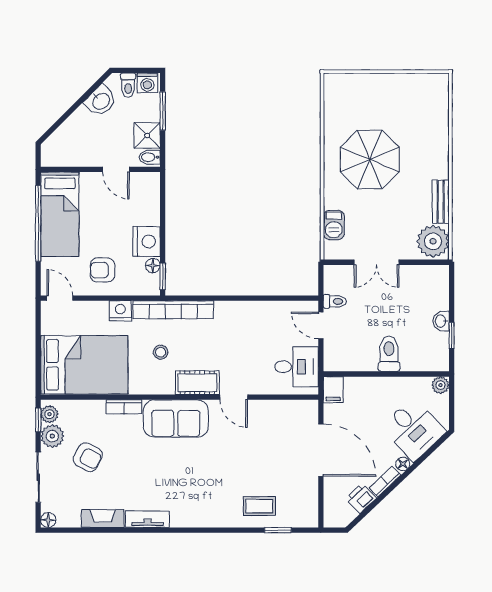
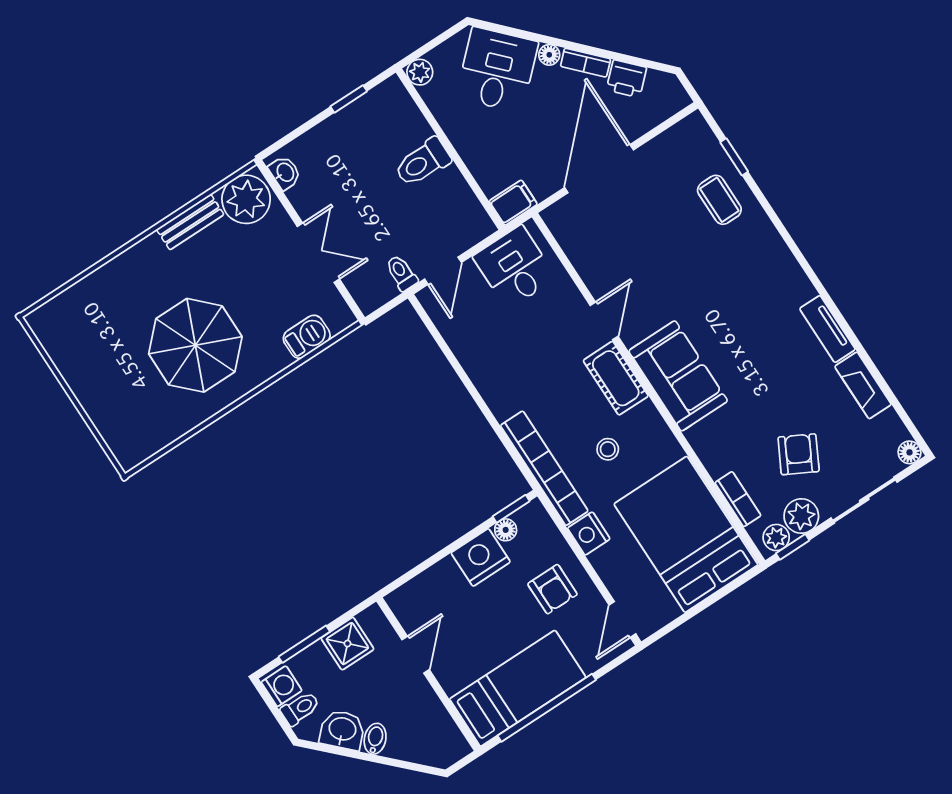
bidet: (150, 157) -> (375, 739), moved, turned -135
washbasin: (441, 321) -> (285, 173), moved, turned -90
bookcase: (124, 407) -> (738, 499), moved

